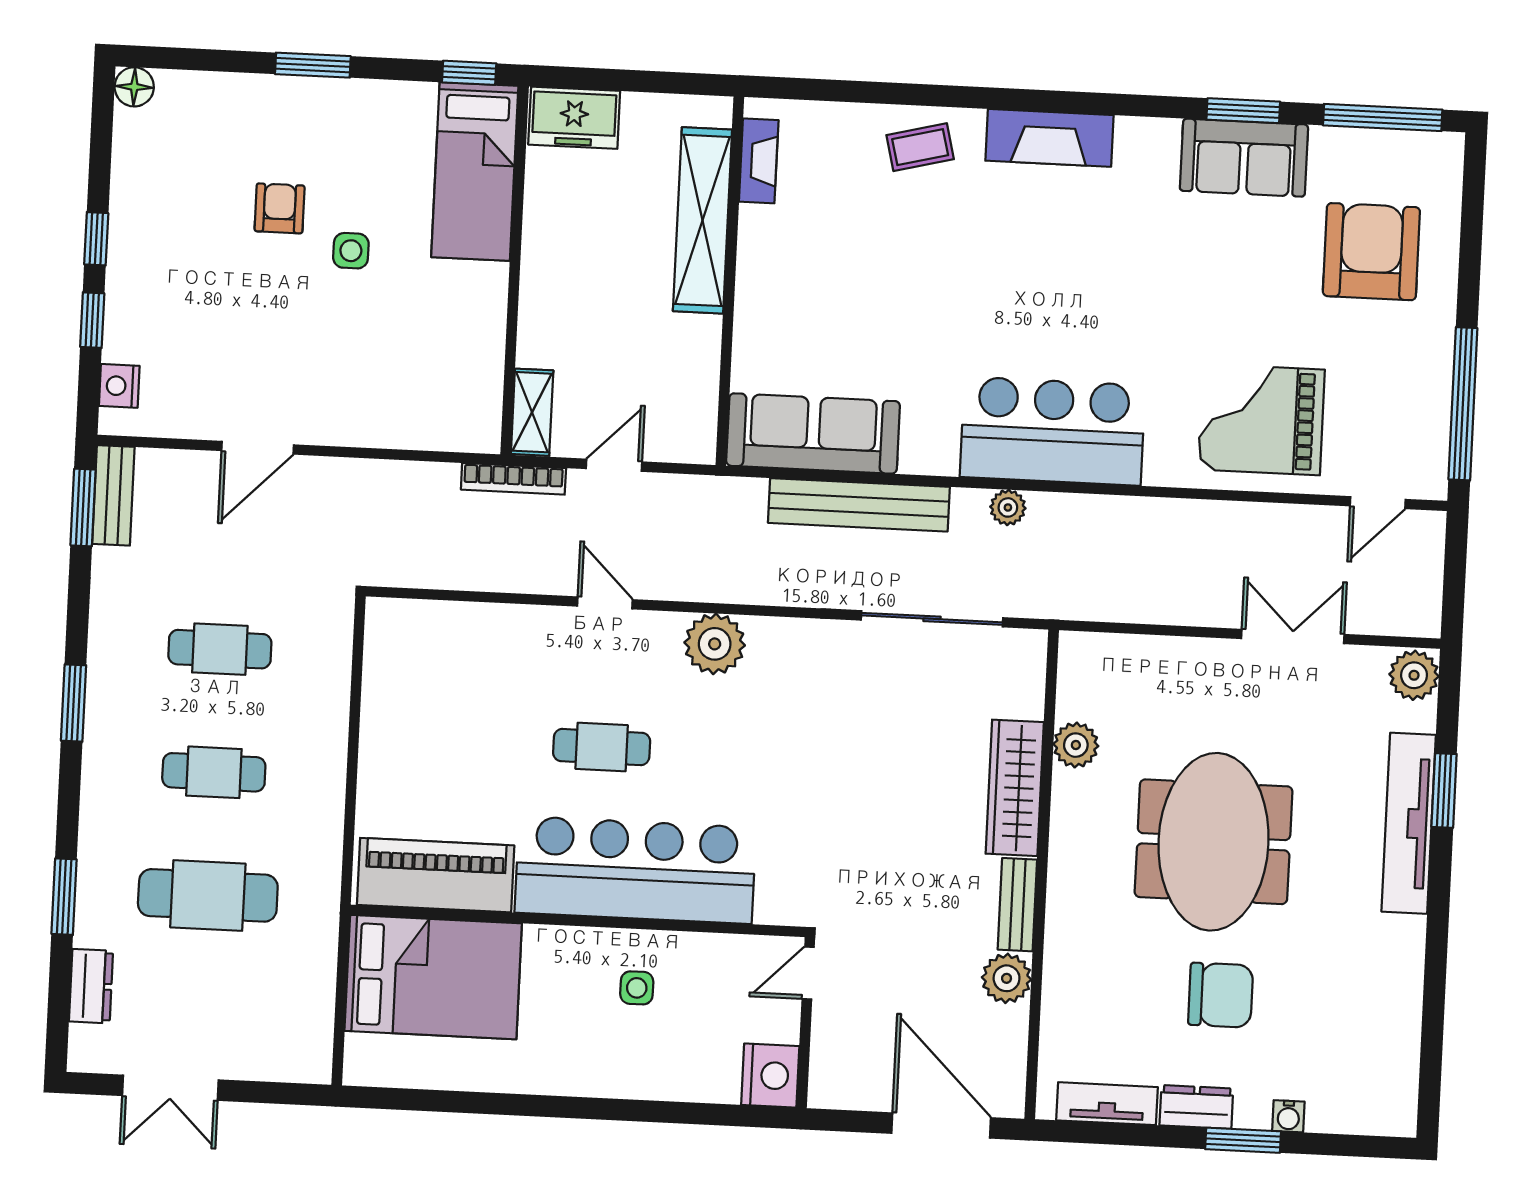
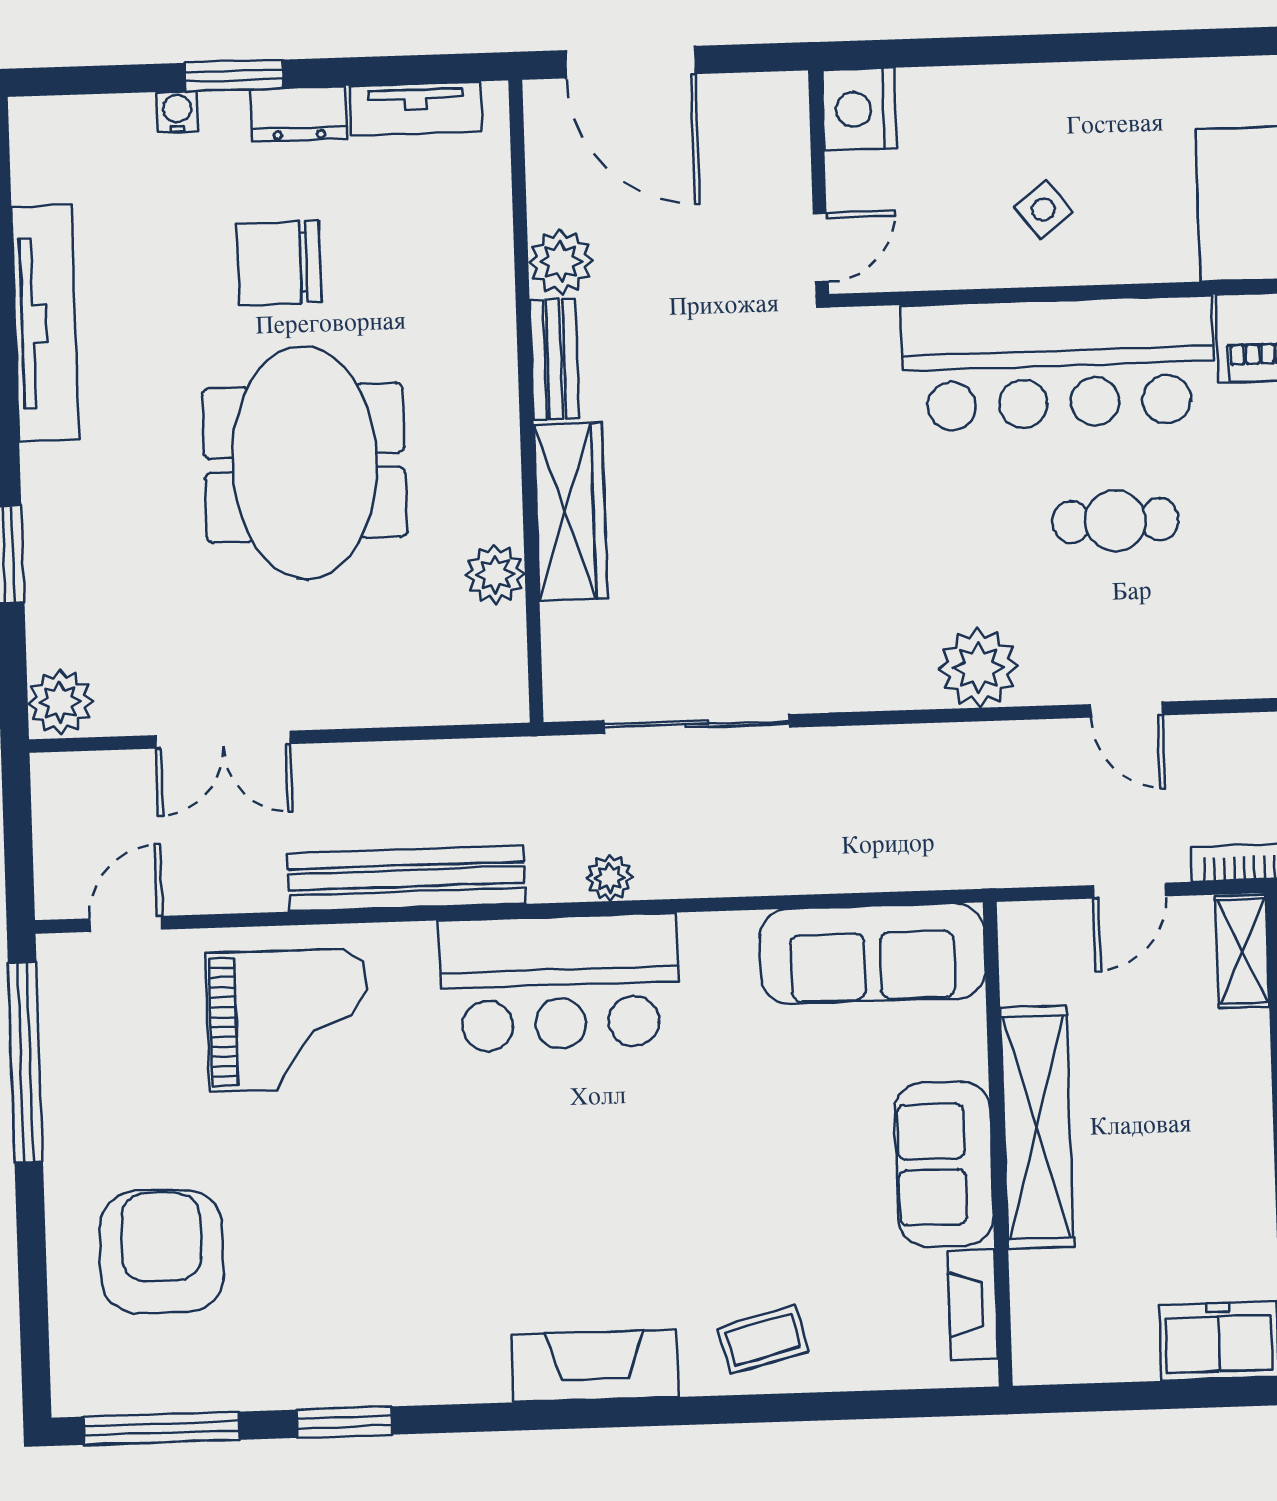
sofa: (1244, 158) -> (944, 1164), moved, turned -90
shelving: (702, 220) -> (1037, 1127), moved
armchair: (1371, 252) -> (162, 1252), turned 180
bench: (859, 505) -> (406, 878), moved
tv unit: (1409, 823) -> (45, 323), moved
side table: (637, 988) -> (1043, 209), turned -38

